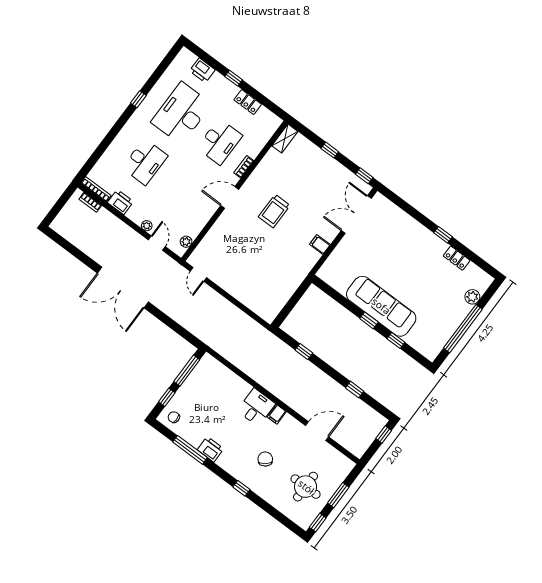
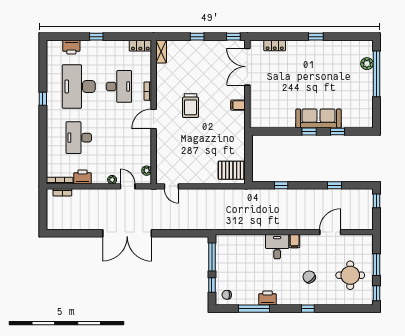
locker: (248, 102) -> (140, 46), moved
desk: (145, 162) -> (79, 138), turned 180
locker: (457, 258) -> (275, 45), moved
pallet: (267, 302) -> (231, 170), added
sofa: (381, 306) -> (319, 118), width x0.74, depth x0.79
window: (463, 329) -> (377, 74), moved

